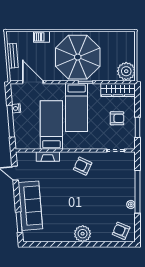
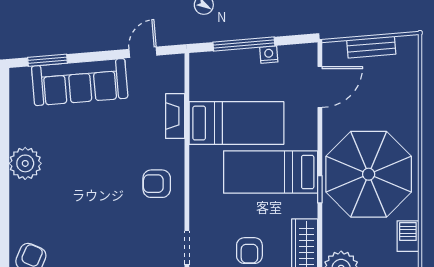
barbecue: (42, 37) -> (408, 236), moved
armchair: (83, 166) -> (157, 184), turned -115
plant: (83, 234) -> (25, 163), moved

